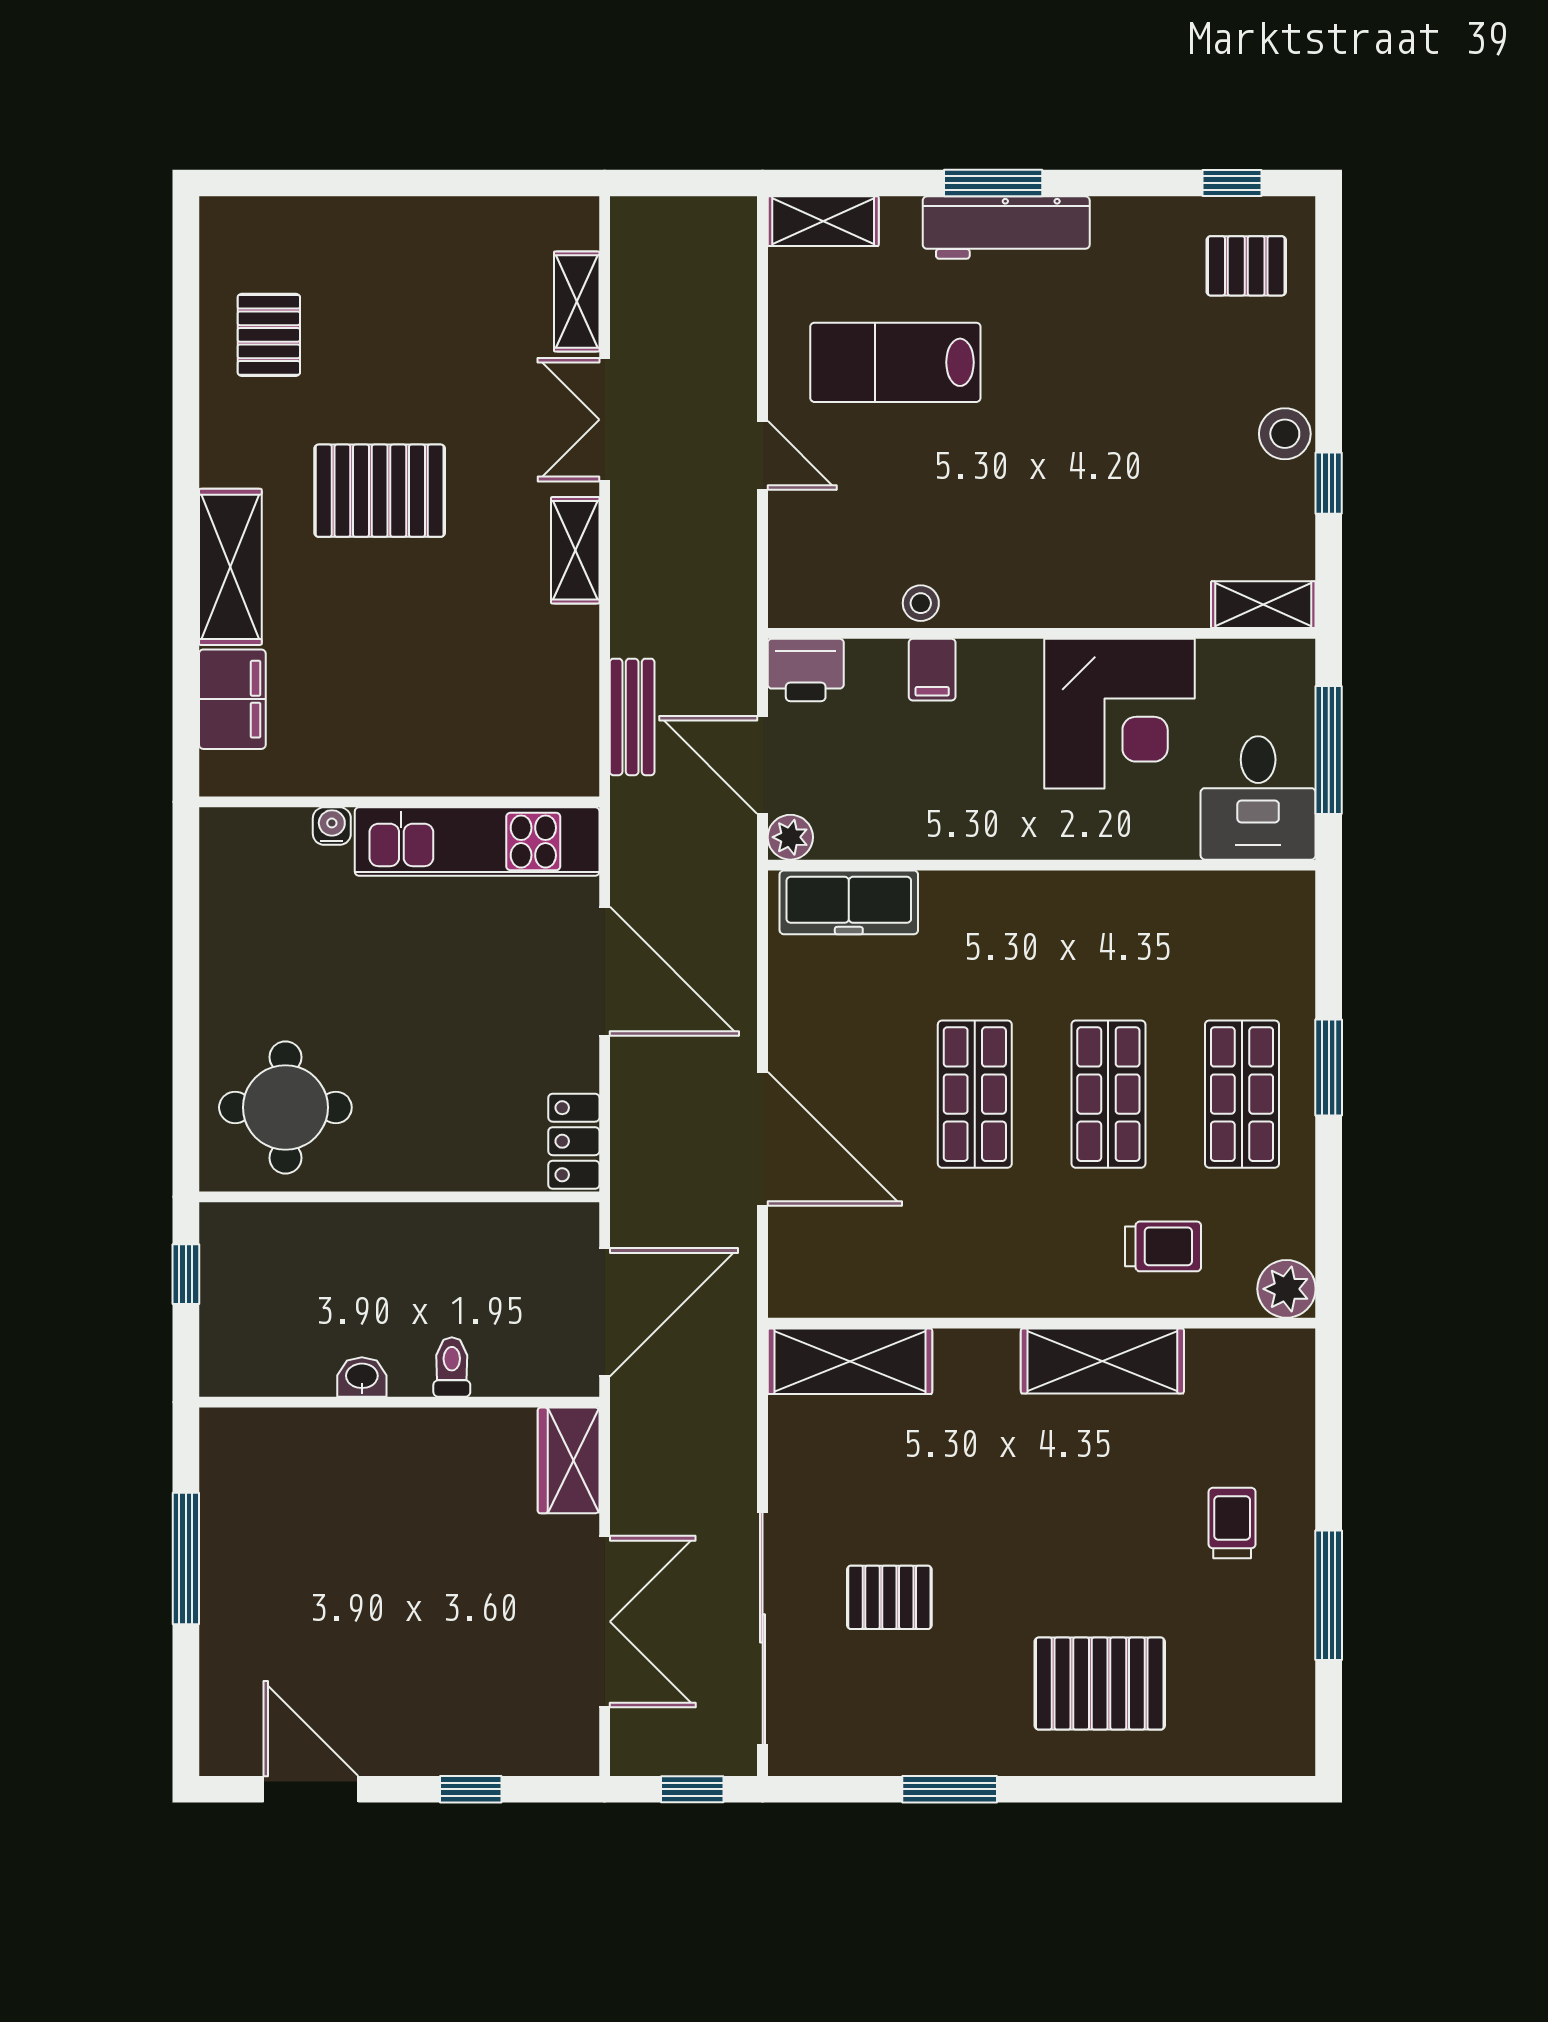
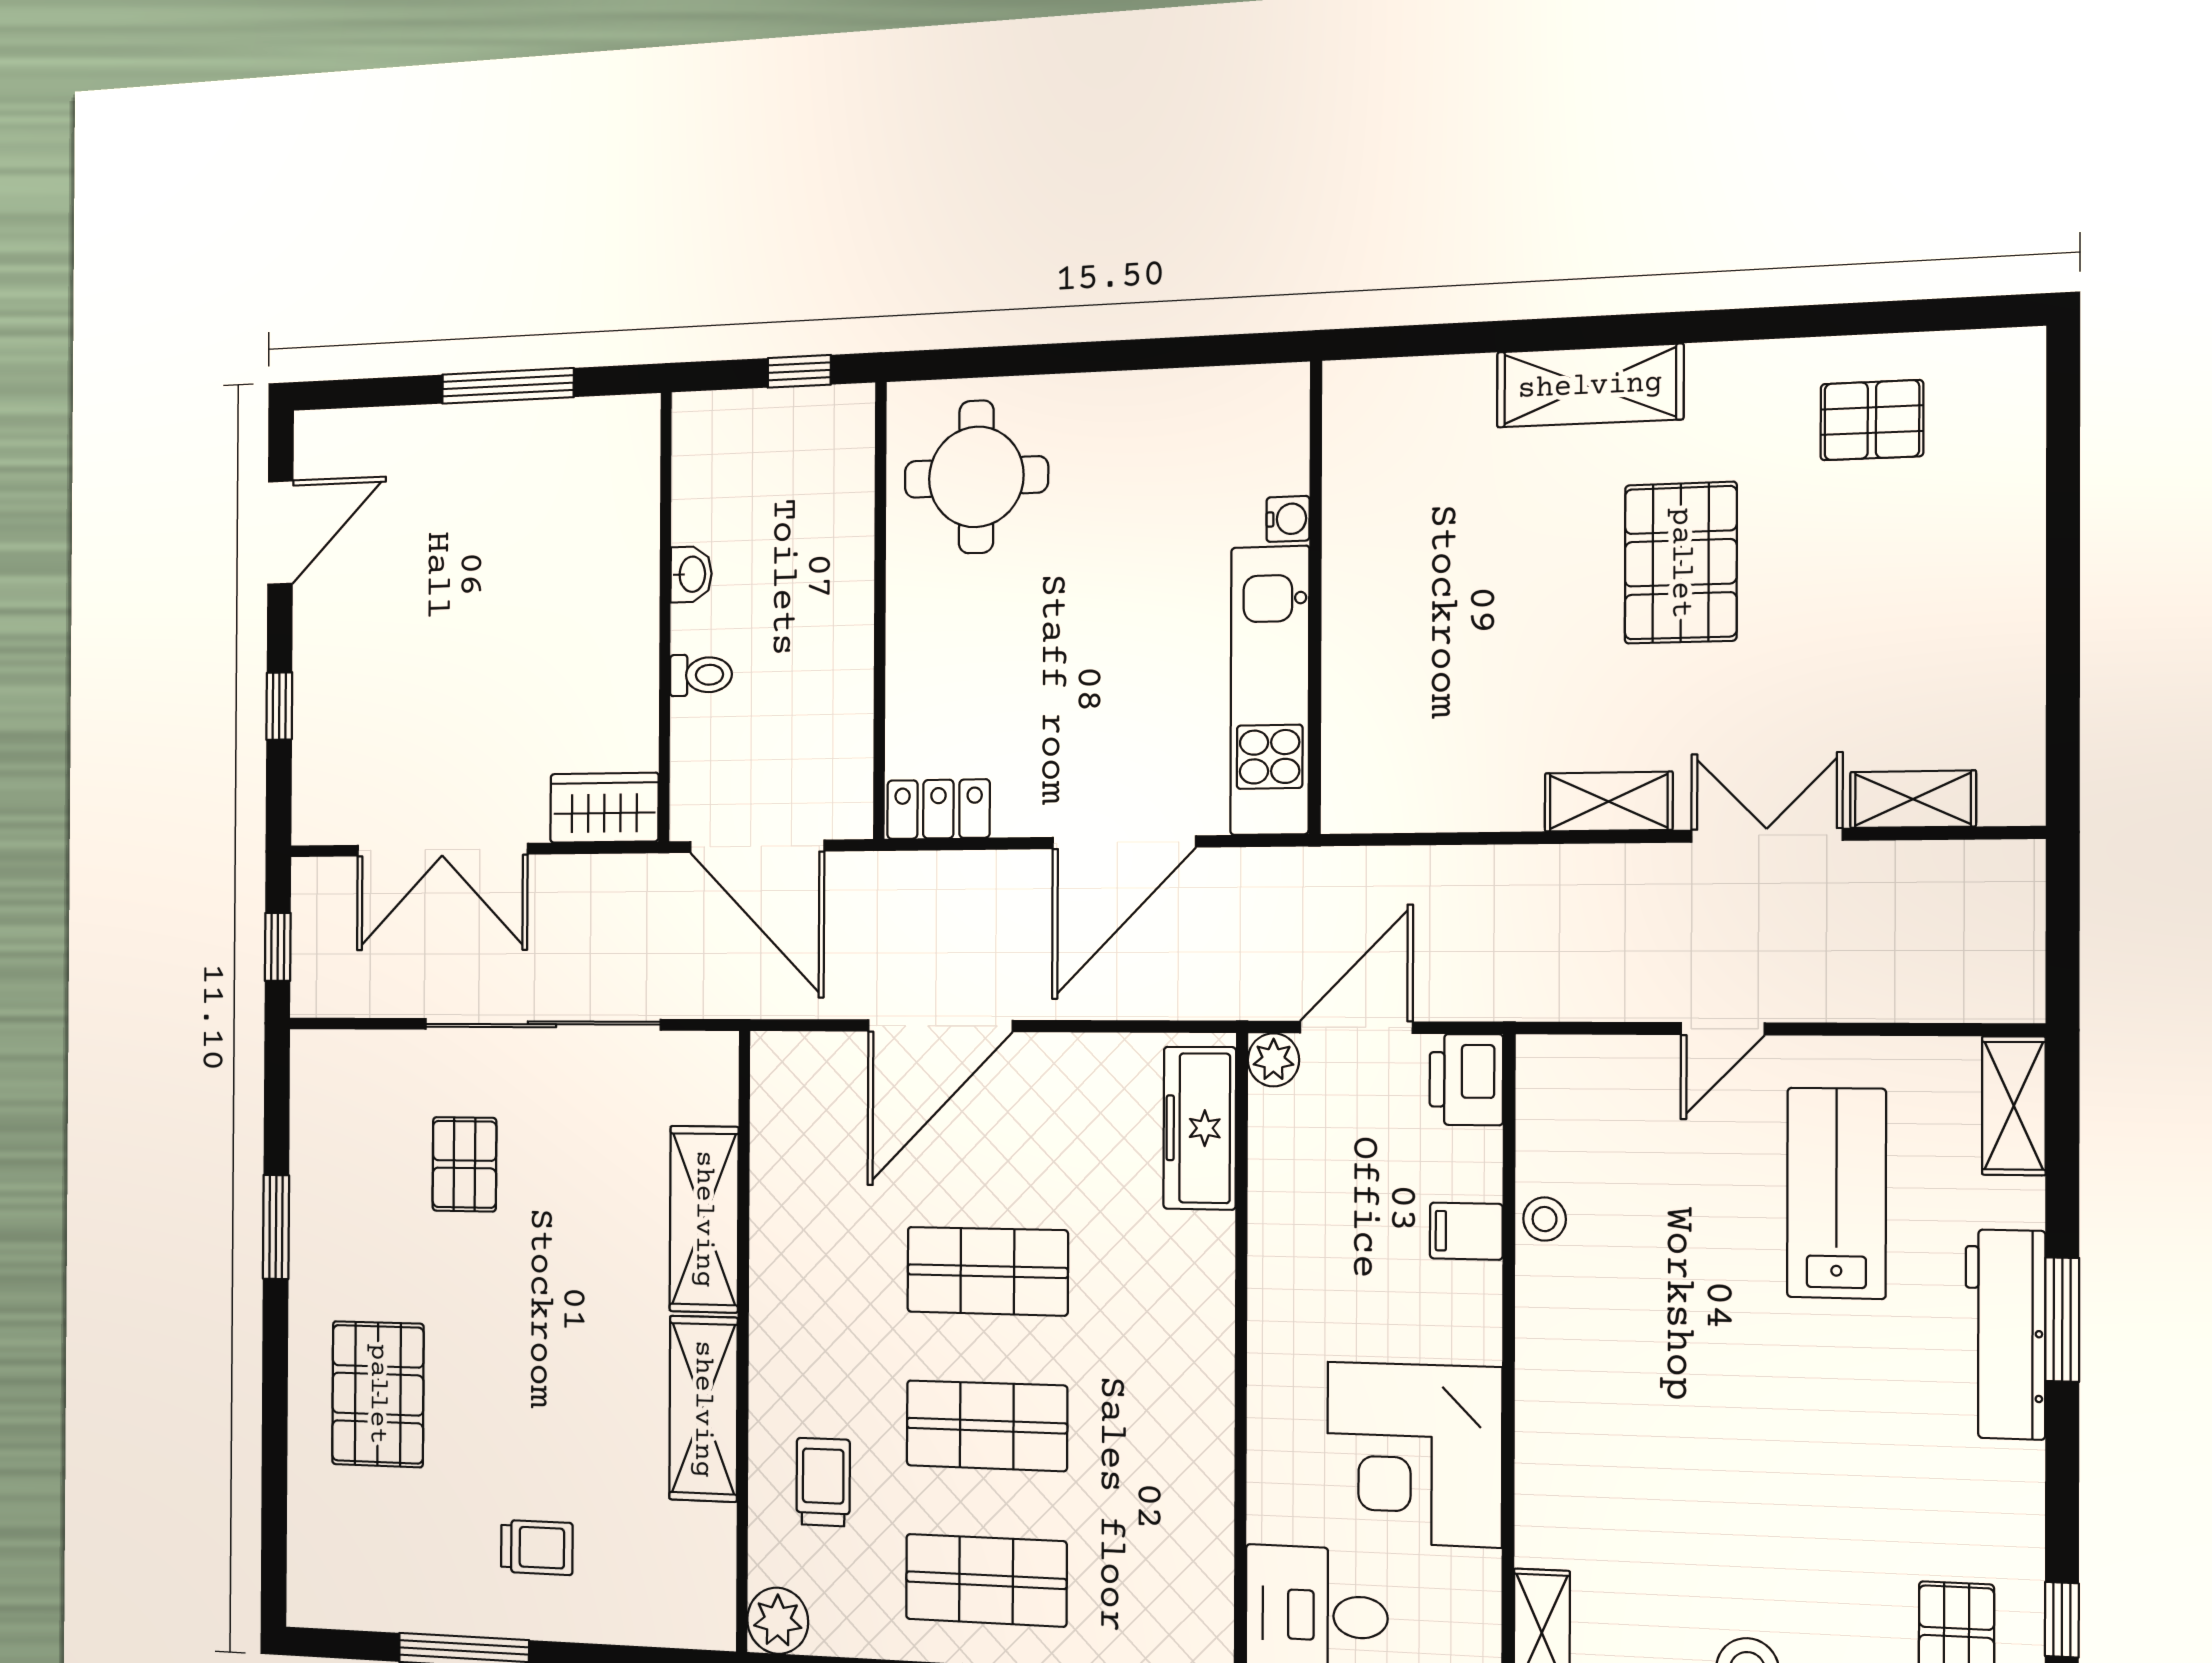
filing cabinet: (232, 699) -> (1434, 395), removed
bench: (632, 717) -> (1412, 872), removed
trolley: (1163, 1246) -> (823, 1482), turned 180
shelving: (850, 1361) -> (704, 1219), moved
sliding door: (763, 1628) -> (542, 1024), moved

